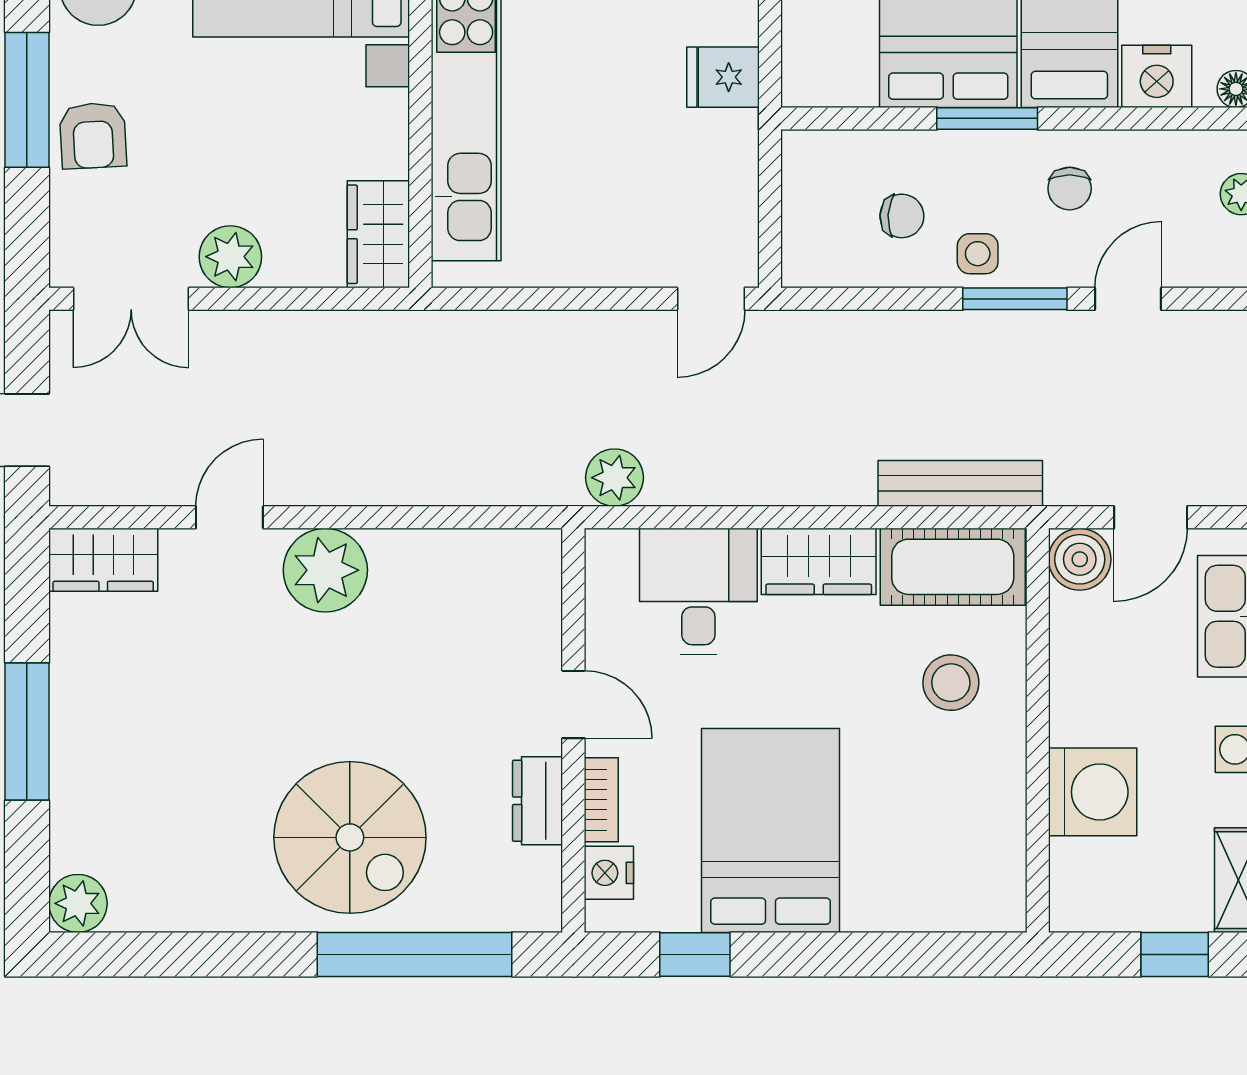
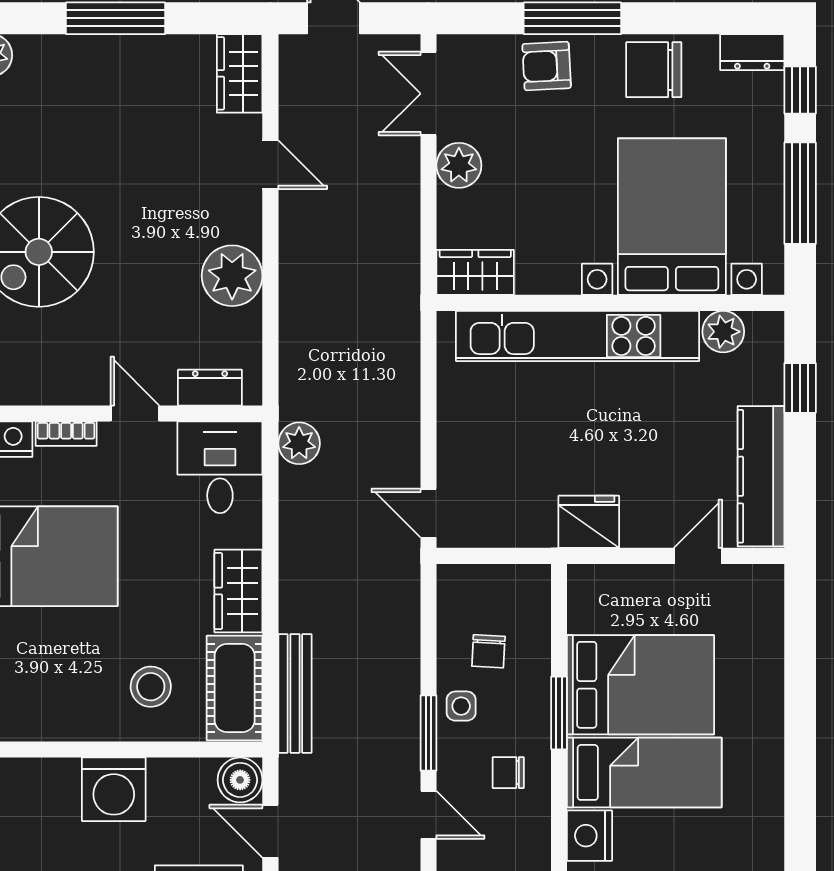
fridge: (723, 77) -> (589, 522), width x1.38
plant: (325, 570) -> (232, 276), moved
desk: (698, 592) -> (220, 467), moved, turned -90
door: (573, 704) -> (135, 414), swing flipped
washing machine: (1093, 792) -> (114, 789), moved
dresser: (538, 801) -> (210, 388), moved

